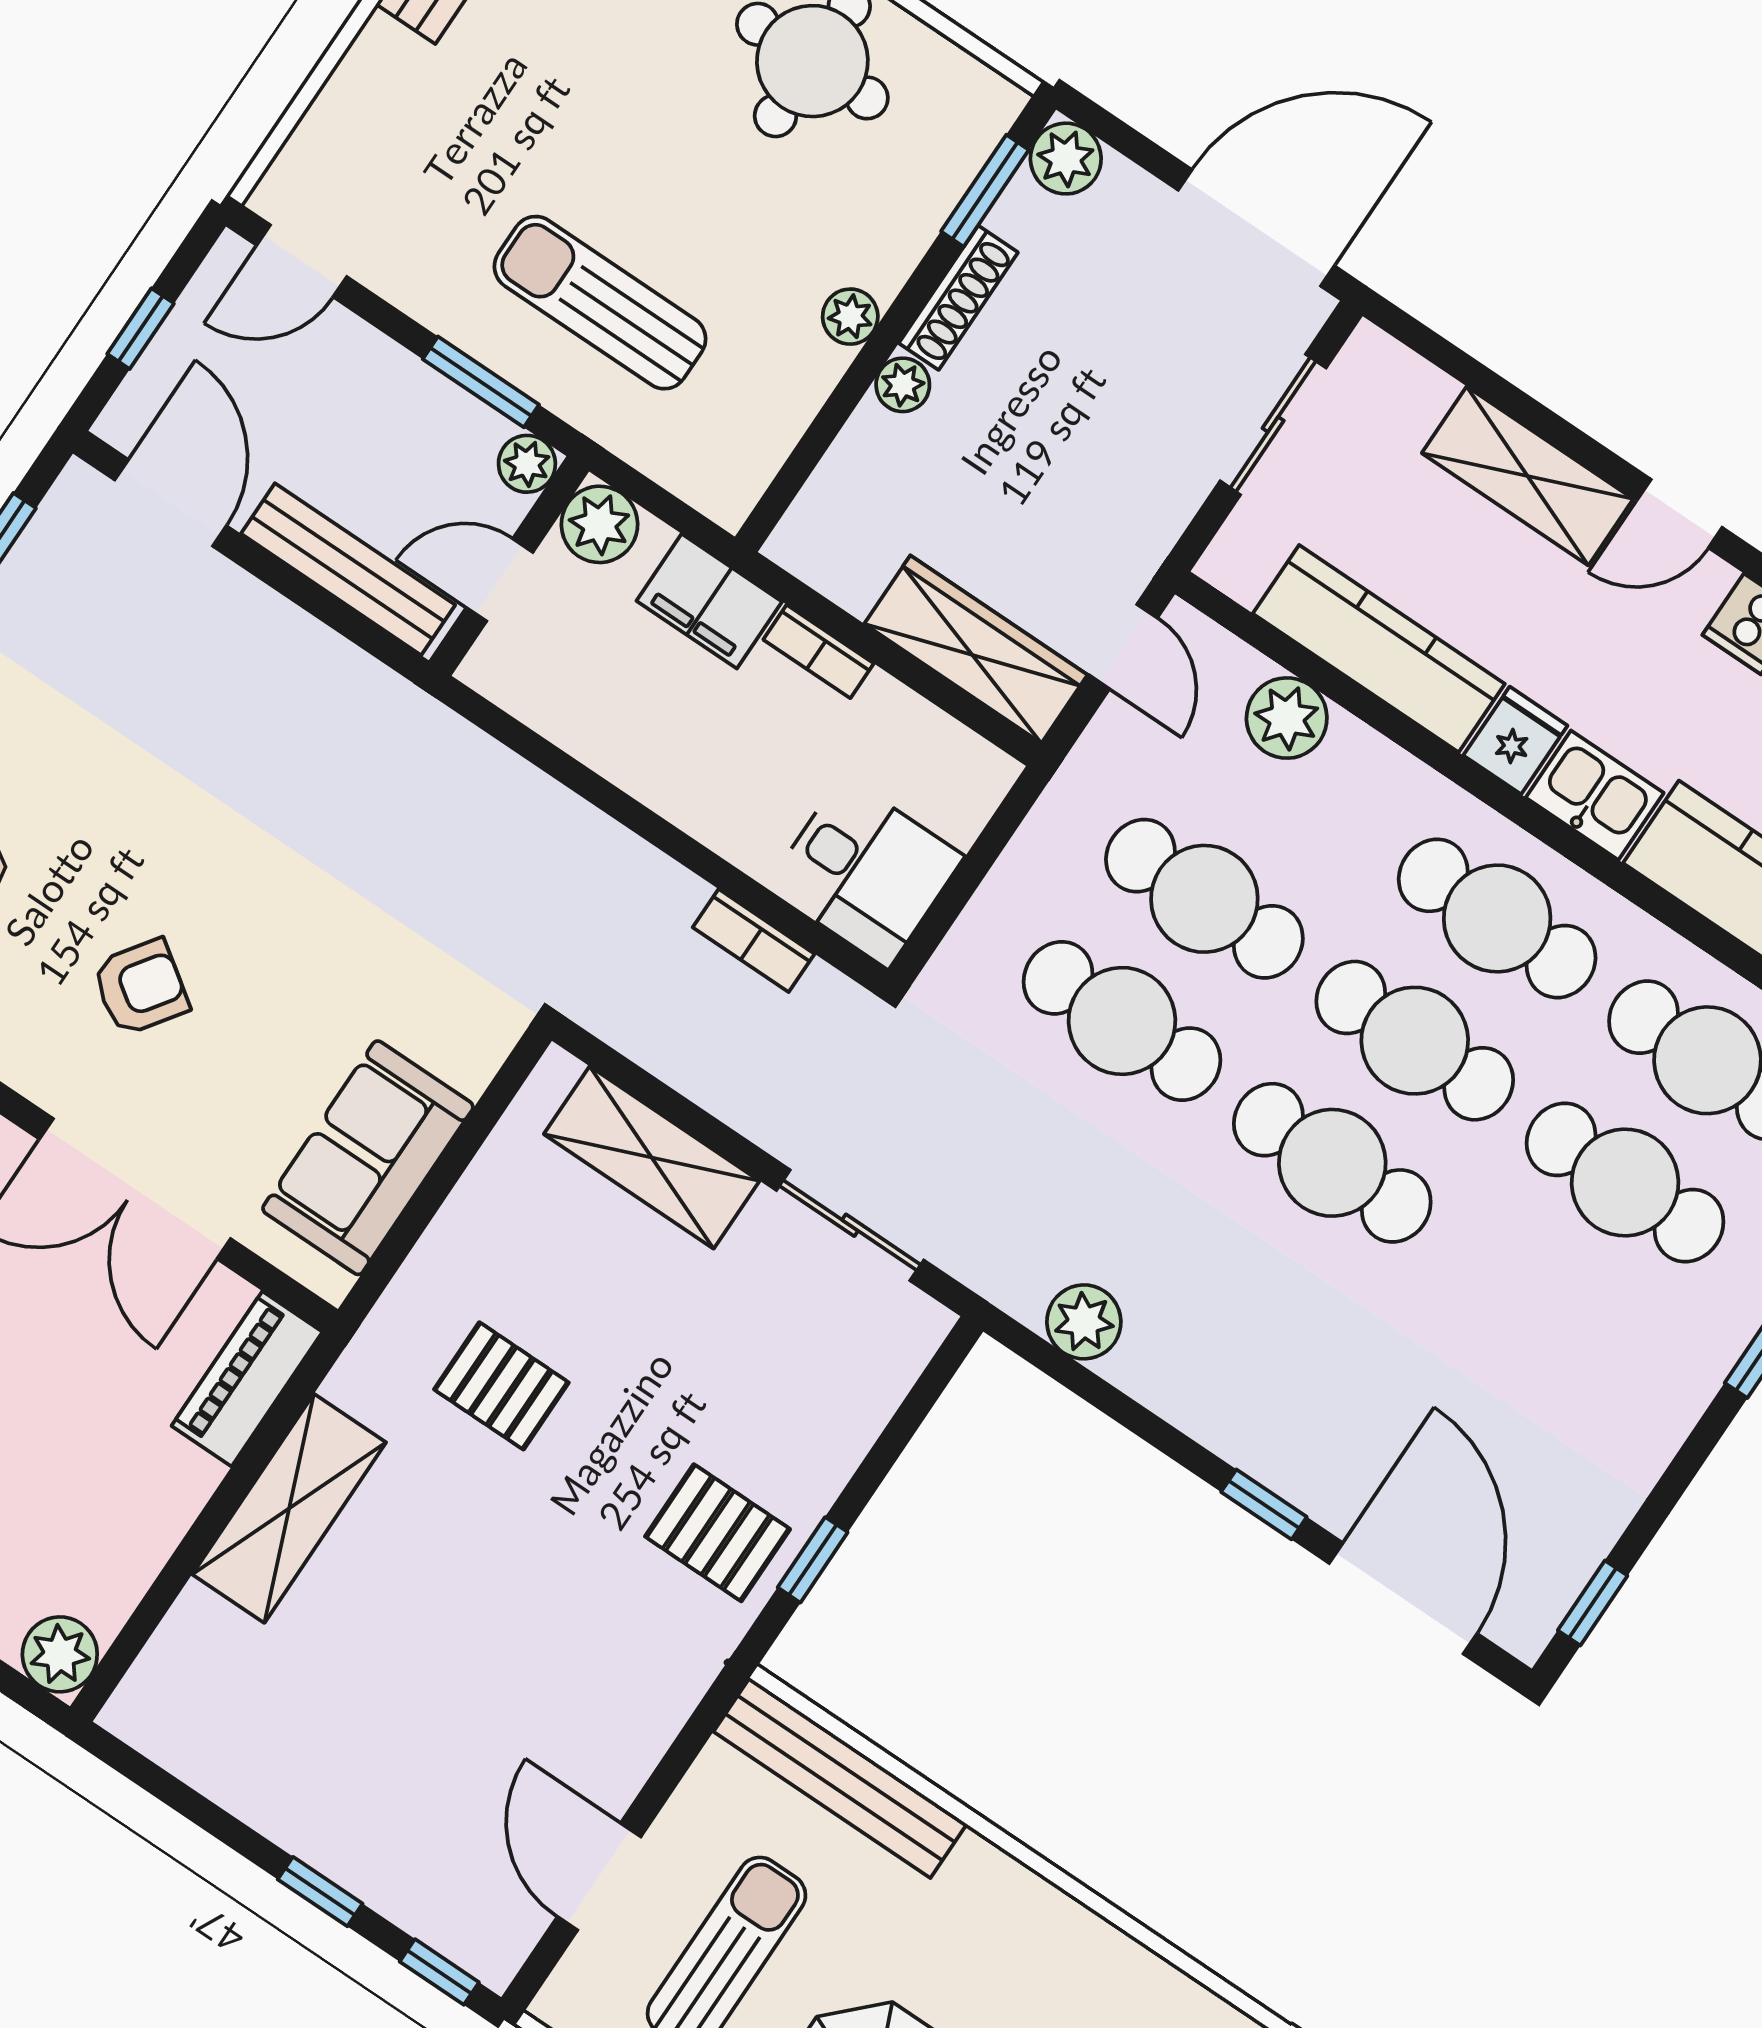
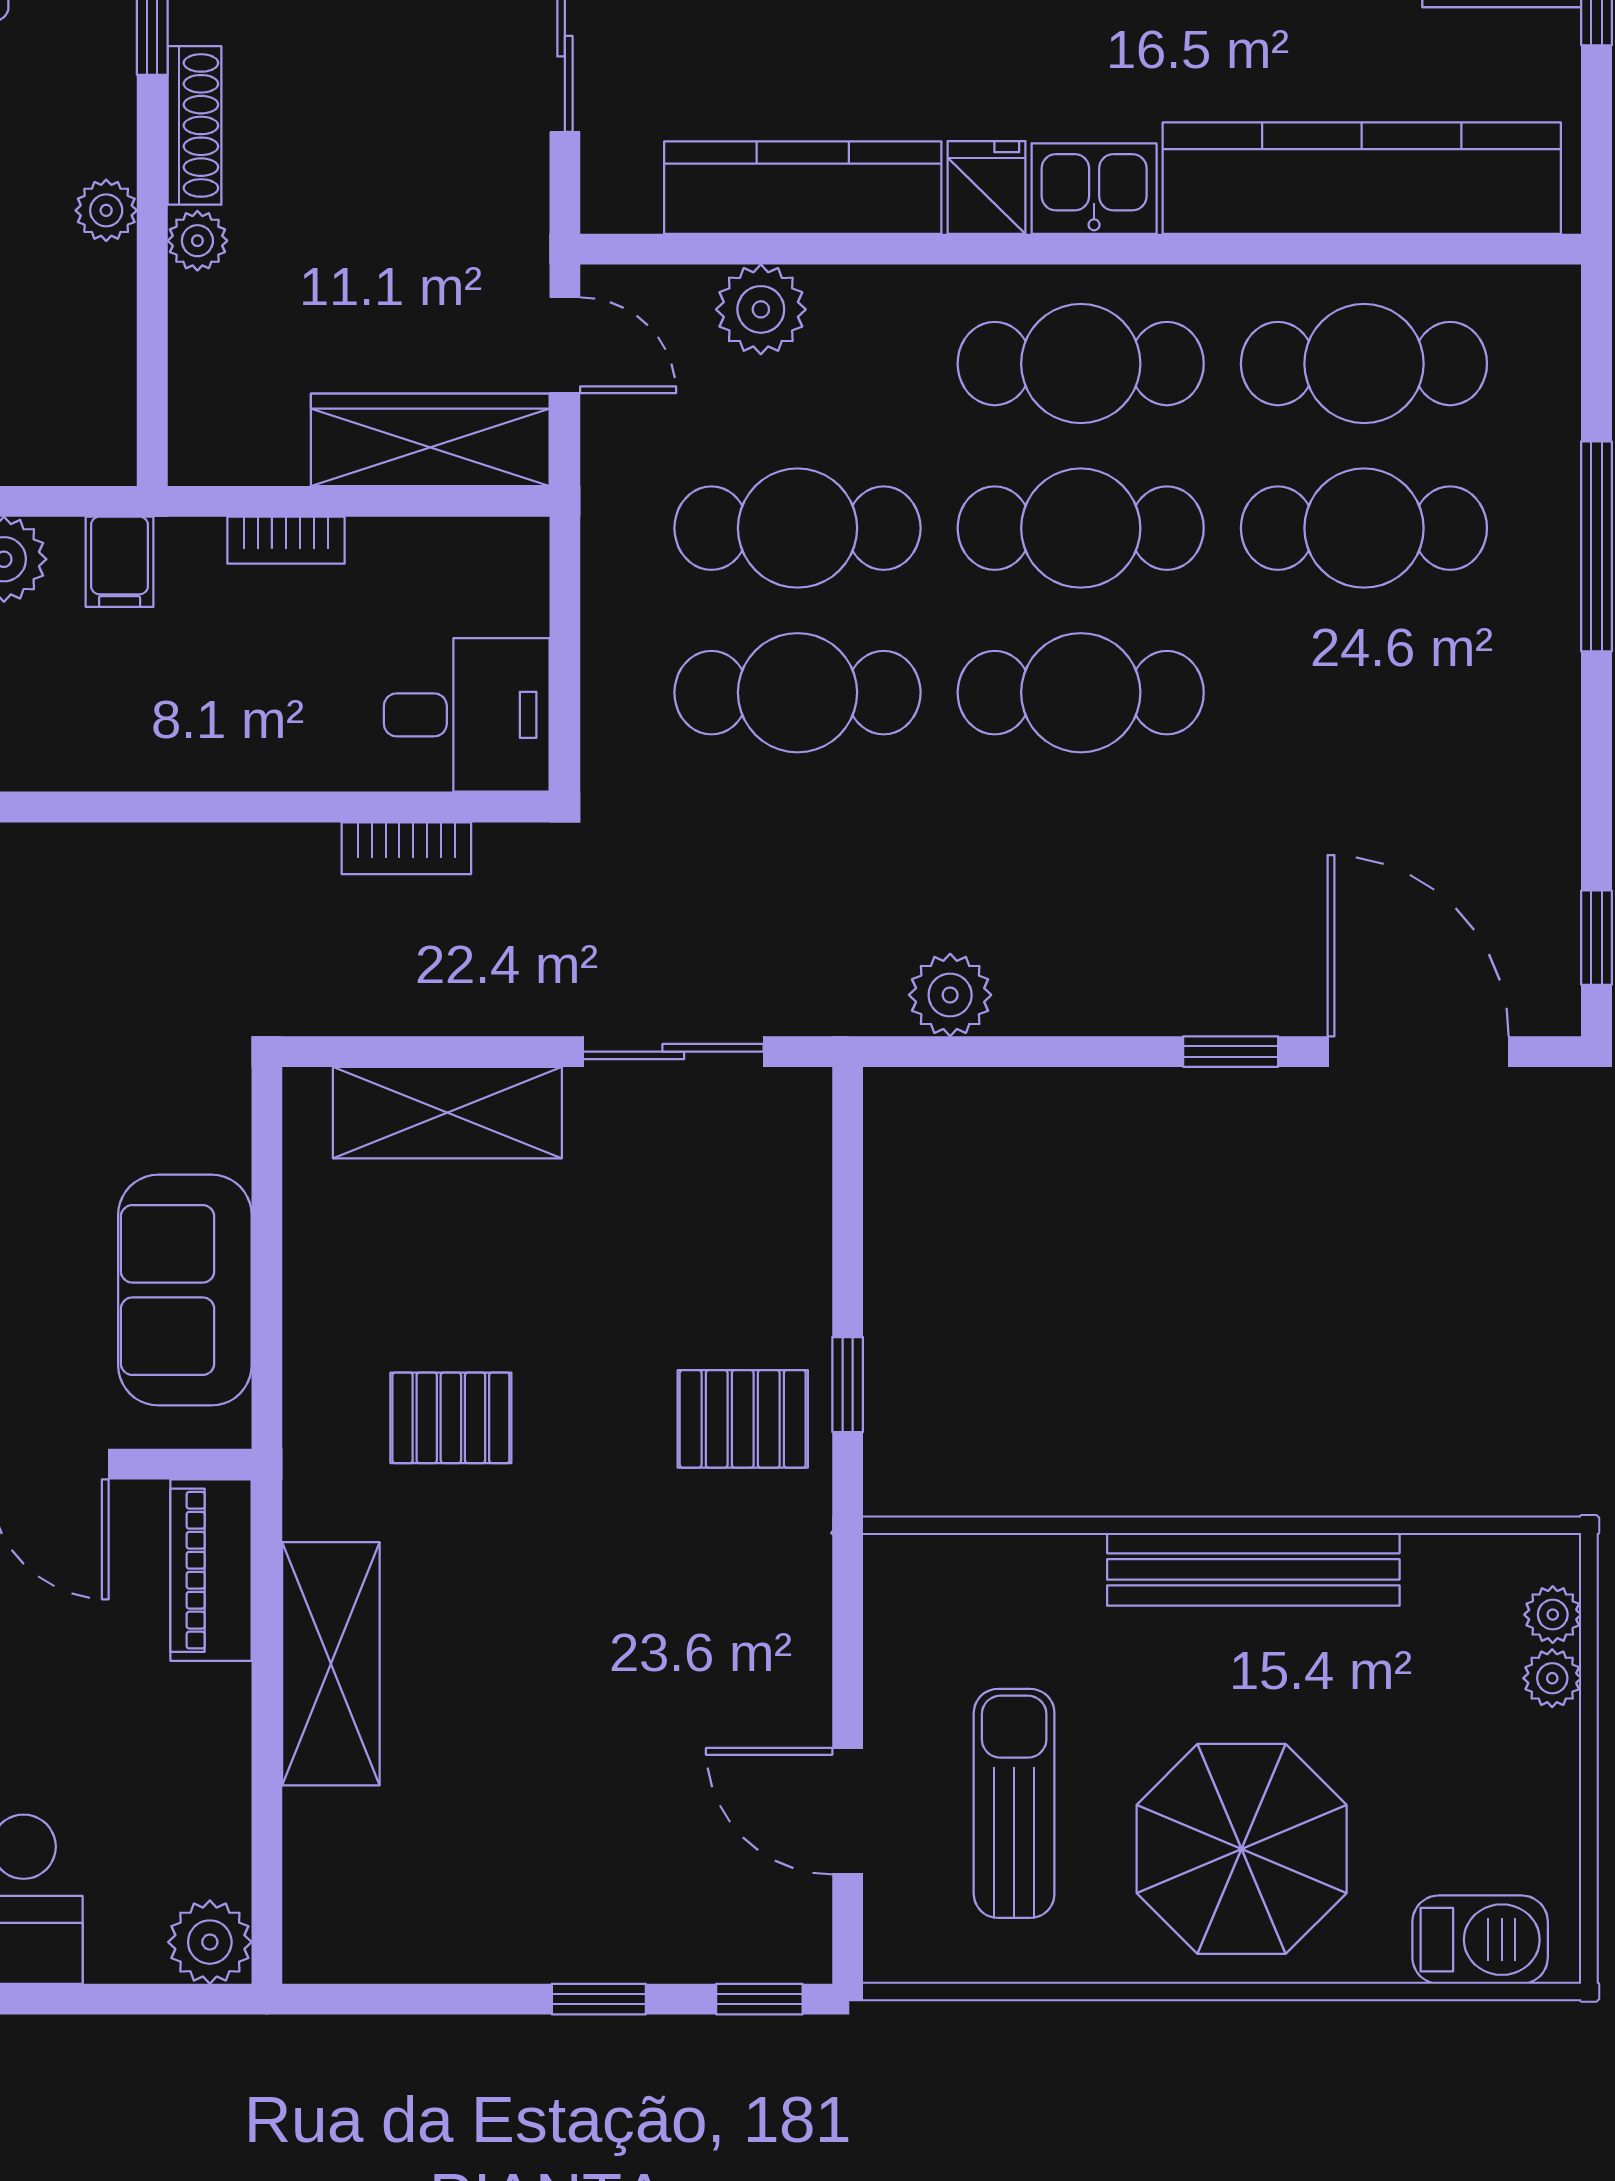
filing cabinet: (709, 601) -> (120, 562), width x0.50
bench: (840, 1778) -> (1253, 1569), moved

